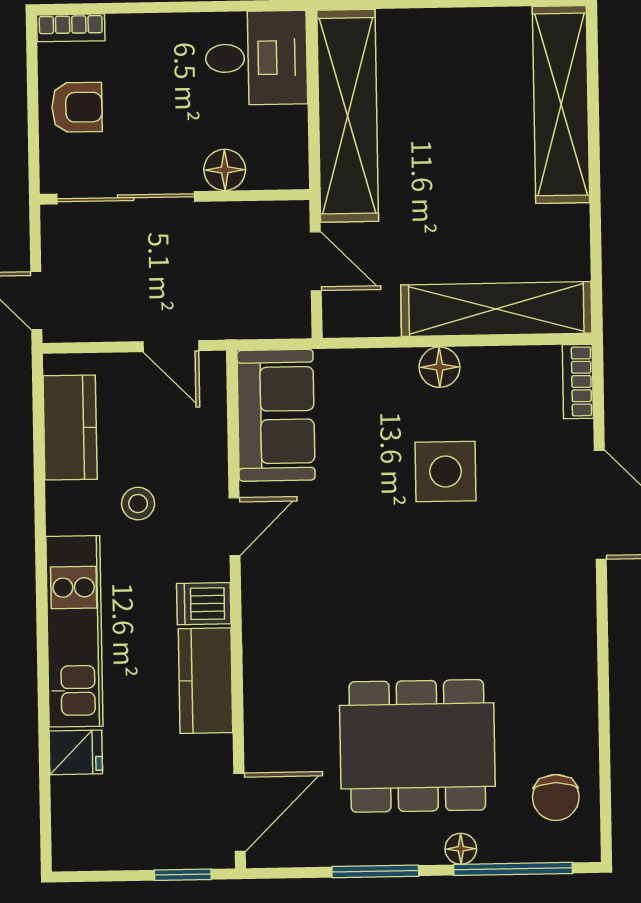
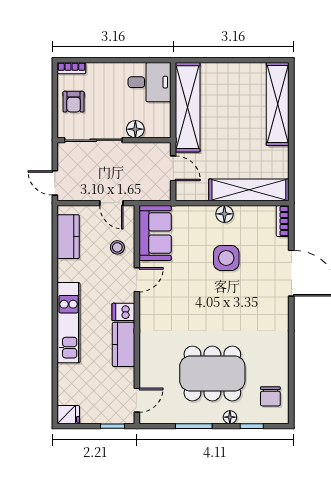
armchair: (77, 107) -> (74, 102), turned 90
stool: (138, 504) -> (117, 247), moved
fridge: (76, 752) -> (68, 415), moved
door: (240, 812) -> (137, 400), width x0.73
window: (513, 869) -> (252, 426), width x0.46

